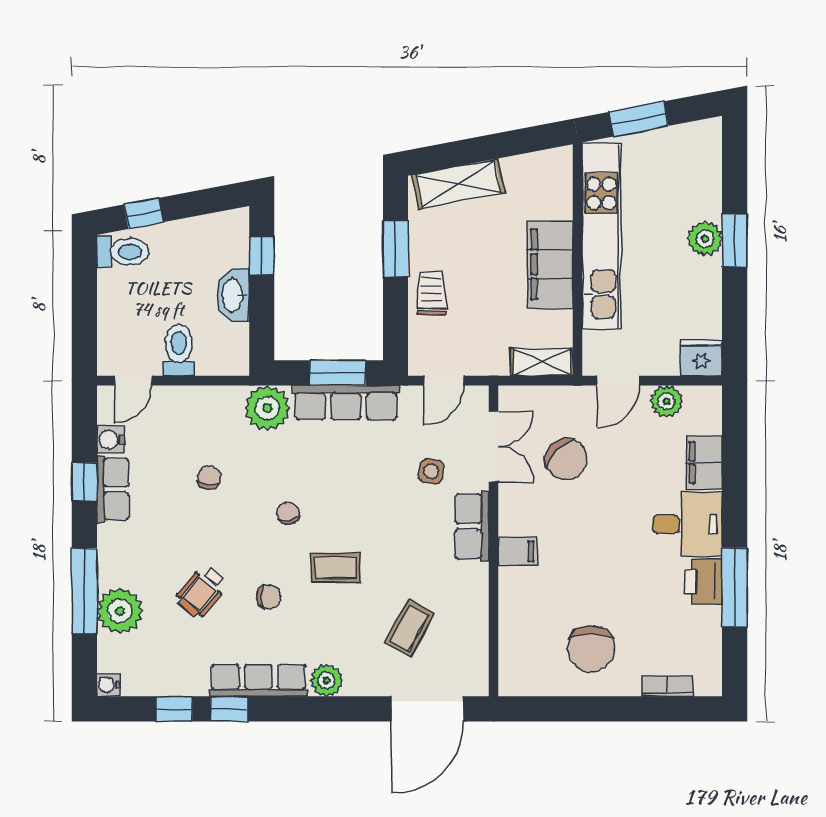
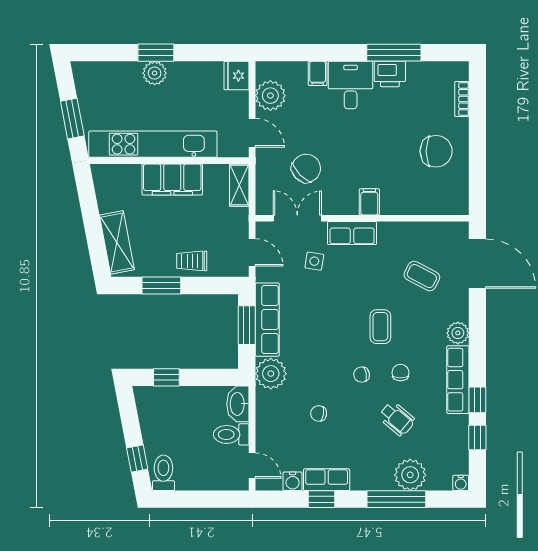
washbasin: (233, 295) -> (238, 404), moved, turned 90
plant: (666, 401) -> (270, 96), width x1.36, depth x1.36
filing cabinet: (704, 463) -> (318, 73), width x0.50
chair: (288, 513) -> (362, 375), moved

